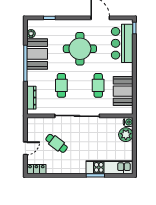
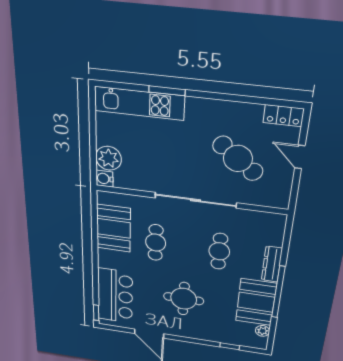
round table: (80, 49) -> (184, 299), width x0.73, depth x0.73
dresser: (31, 98) -> (272, 264), moved
cafe table: (57, 143) -> (238, 159), width x1.37, depth x1.35
door: (25, 148) -> (300, 157), hinge flipped

